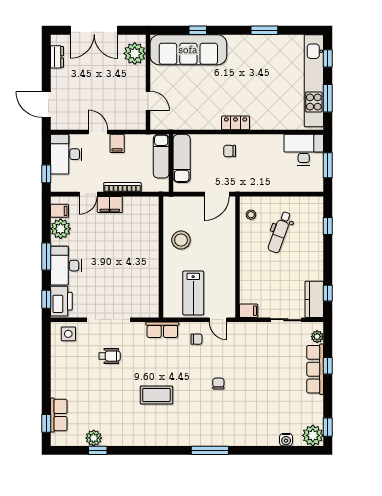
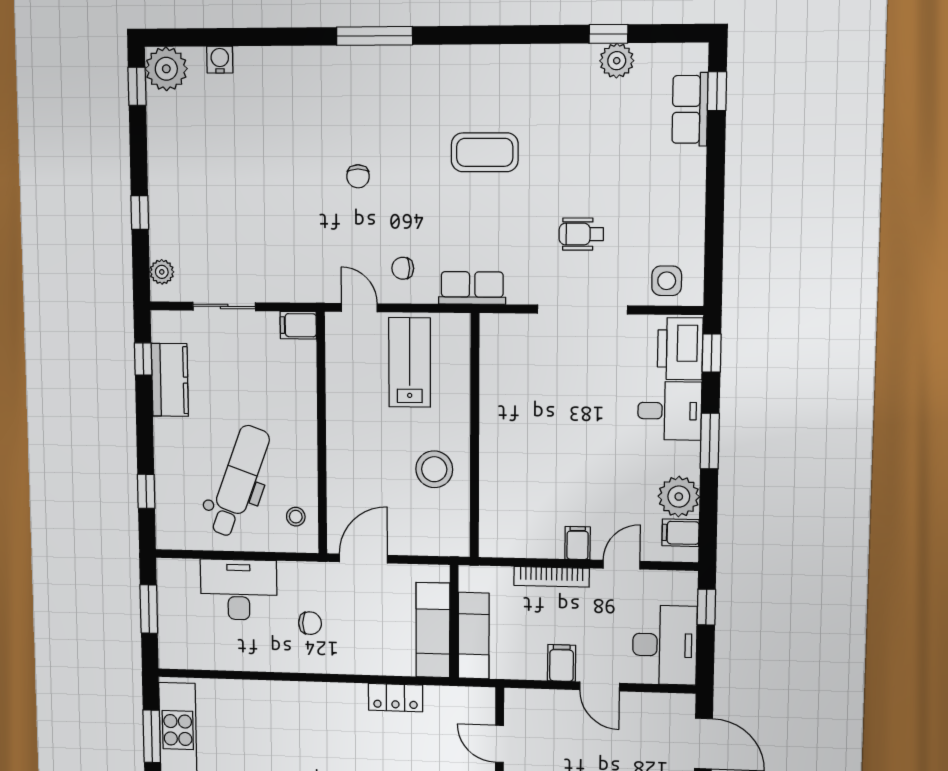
locker: (236, 123) -> (395, 698), moved
desk: (304, 150) -> (239, 590), moved, turned 180
chair: (230, 151) -> (310, 623), moved
filing cabinet: (110, 205) -> (578, 543), width x0.50
dental chair: (280, 232) -> (239, 481), width x1.36, depth x1.38
desk: (66, 266) -> (670, 411), width x0.73
kitchen counter: (314, 299) -> (170, 380), moved
row of seats: (315, 369) -> (164, 206), removed

